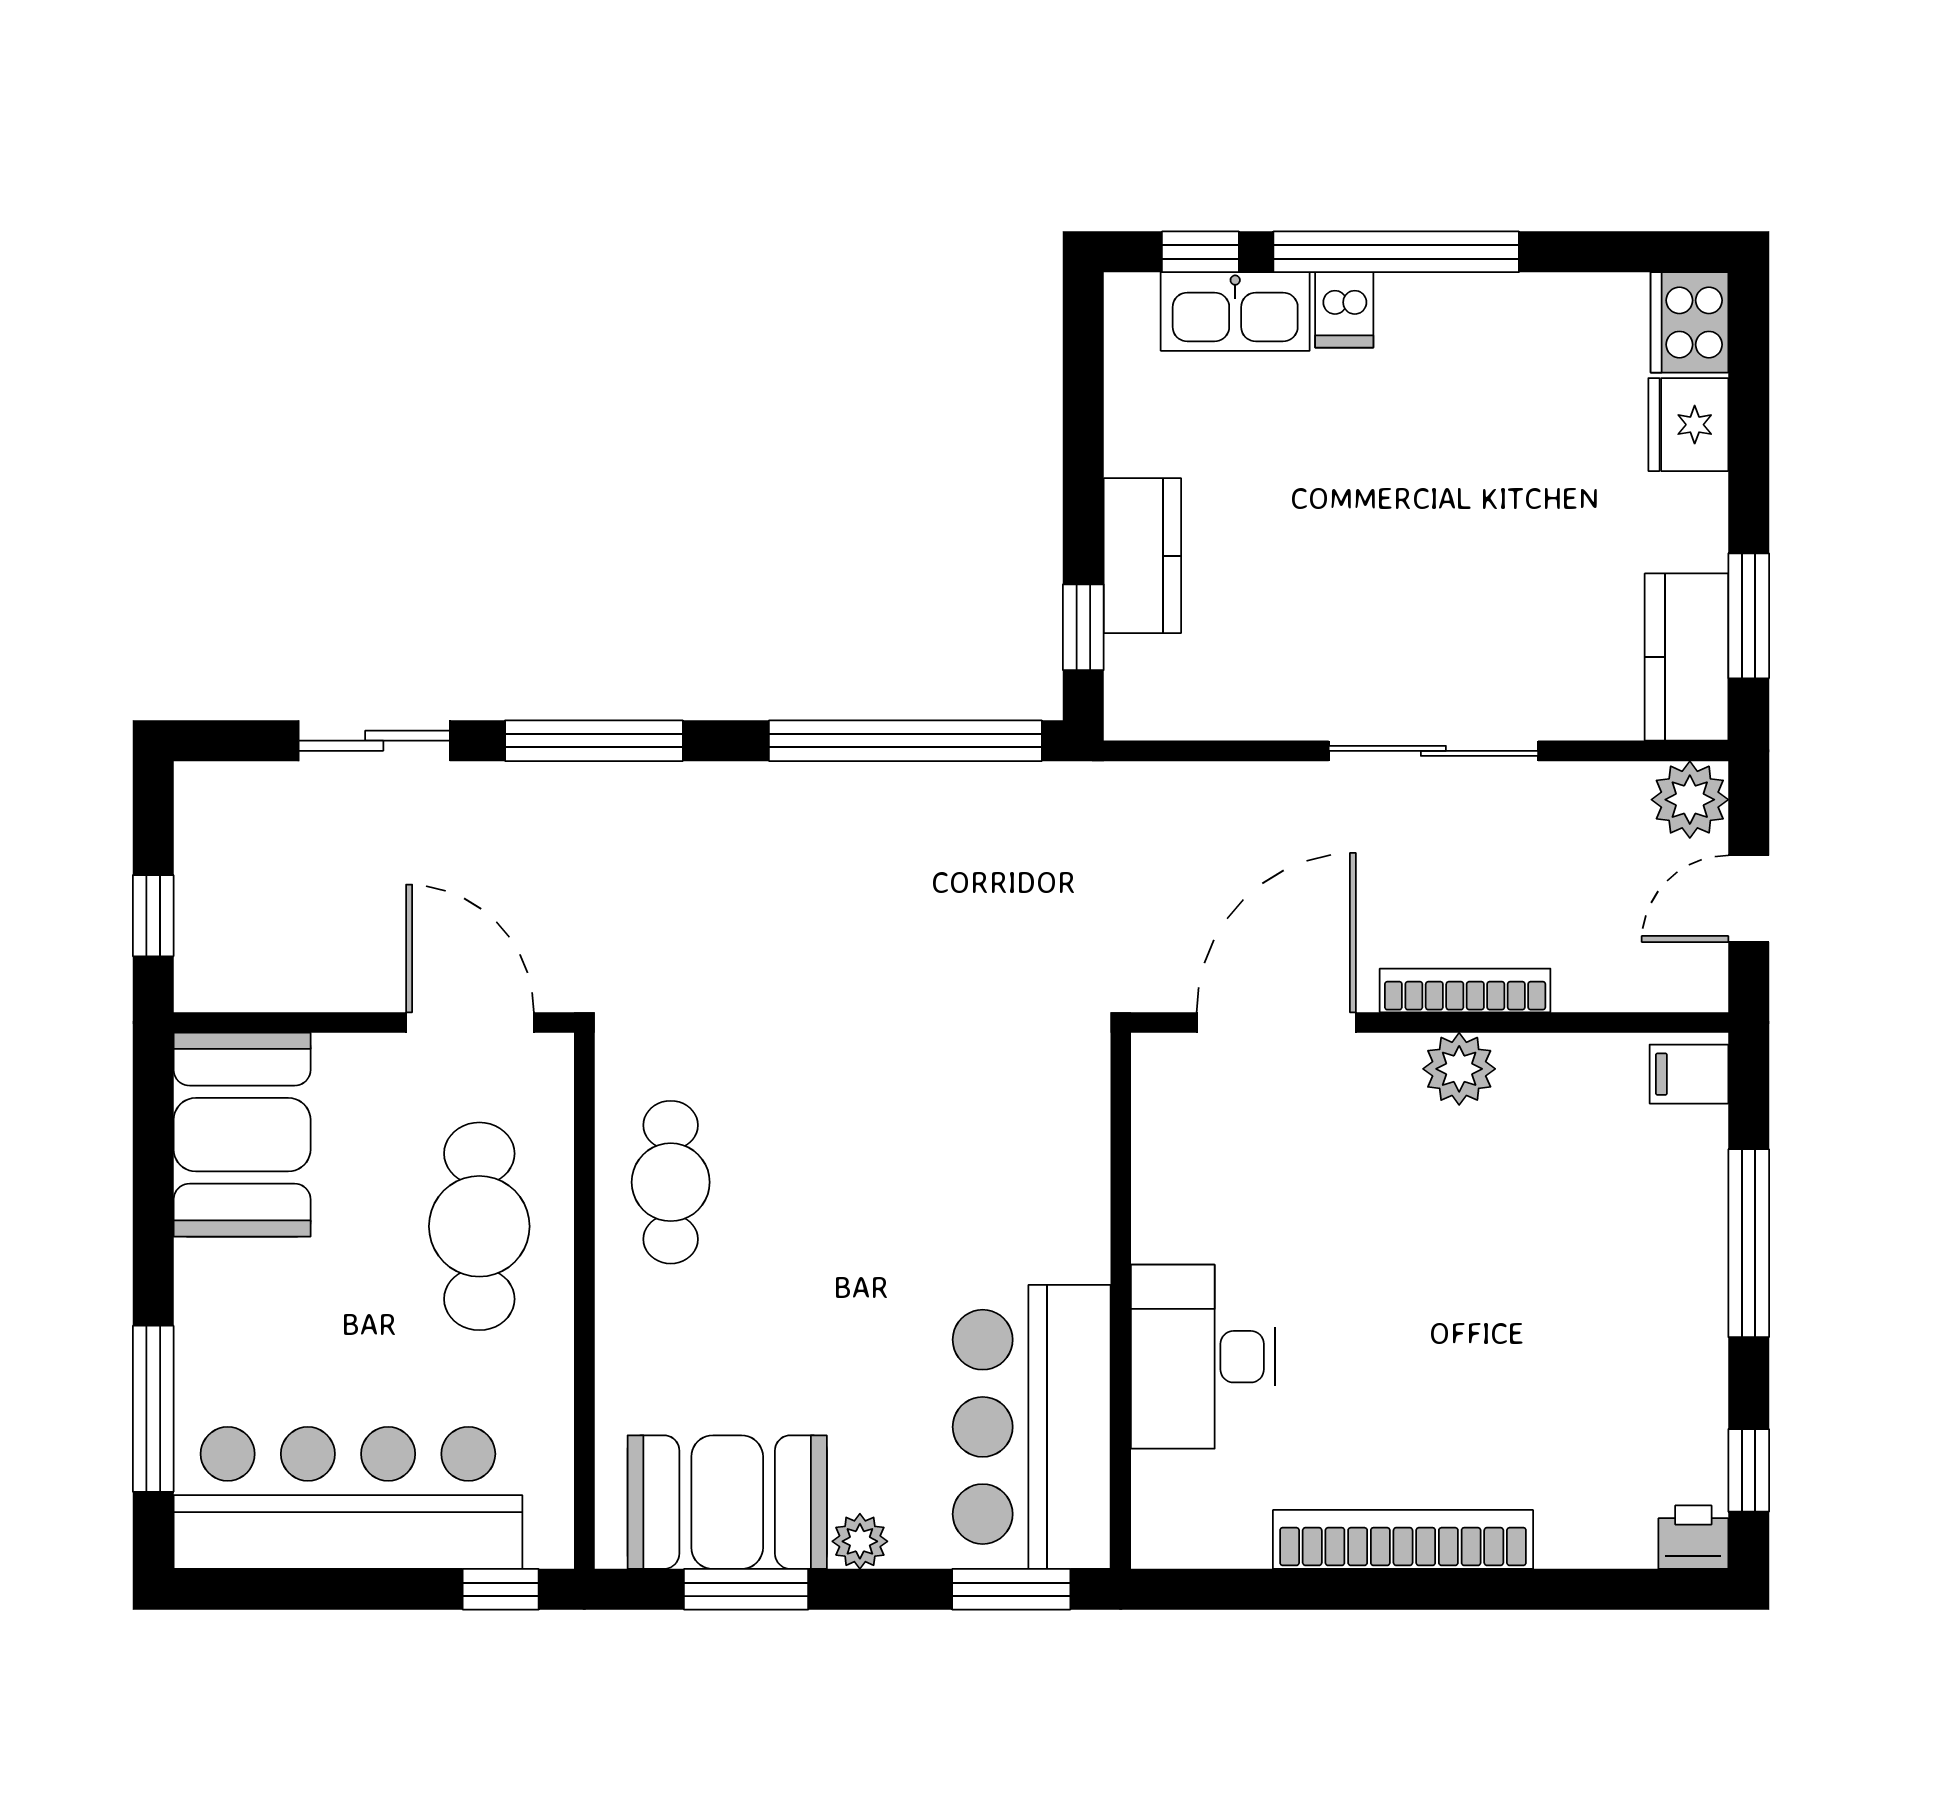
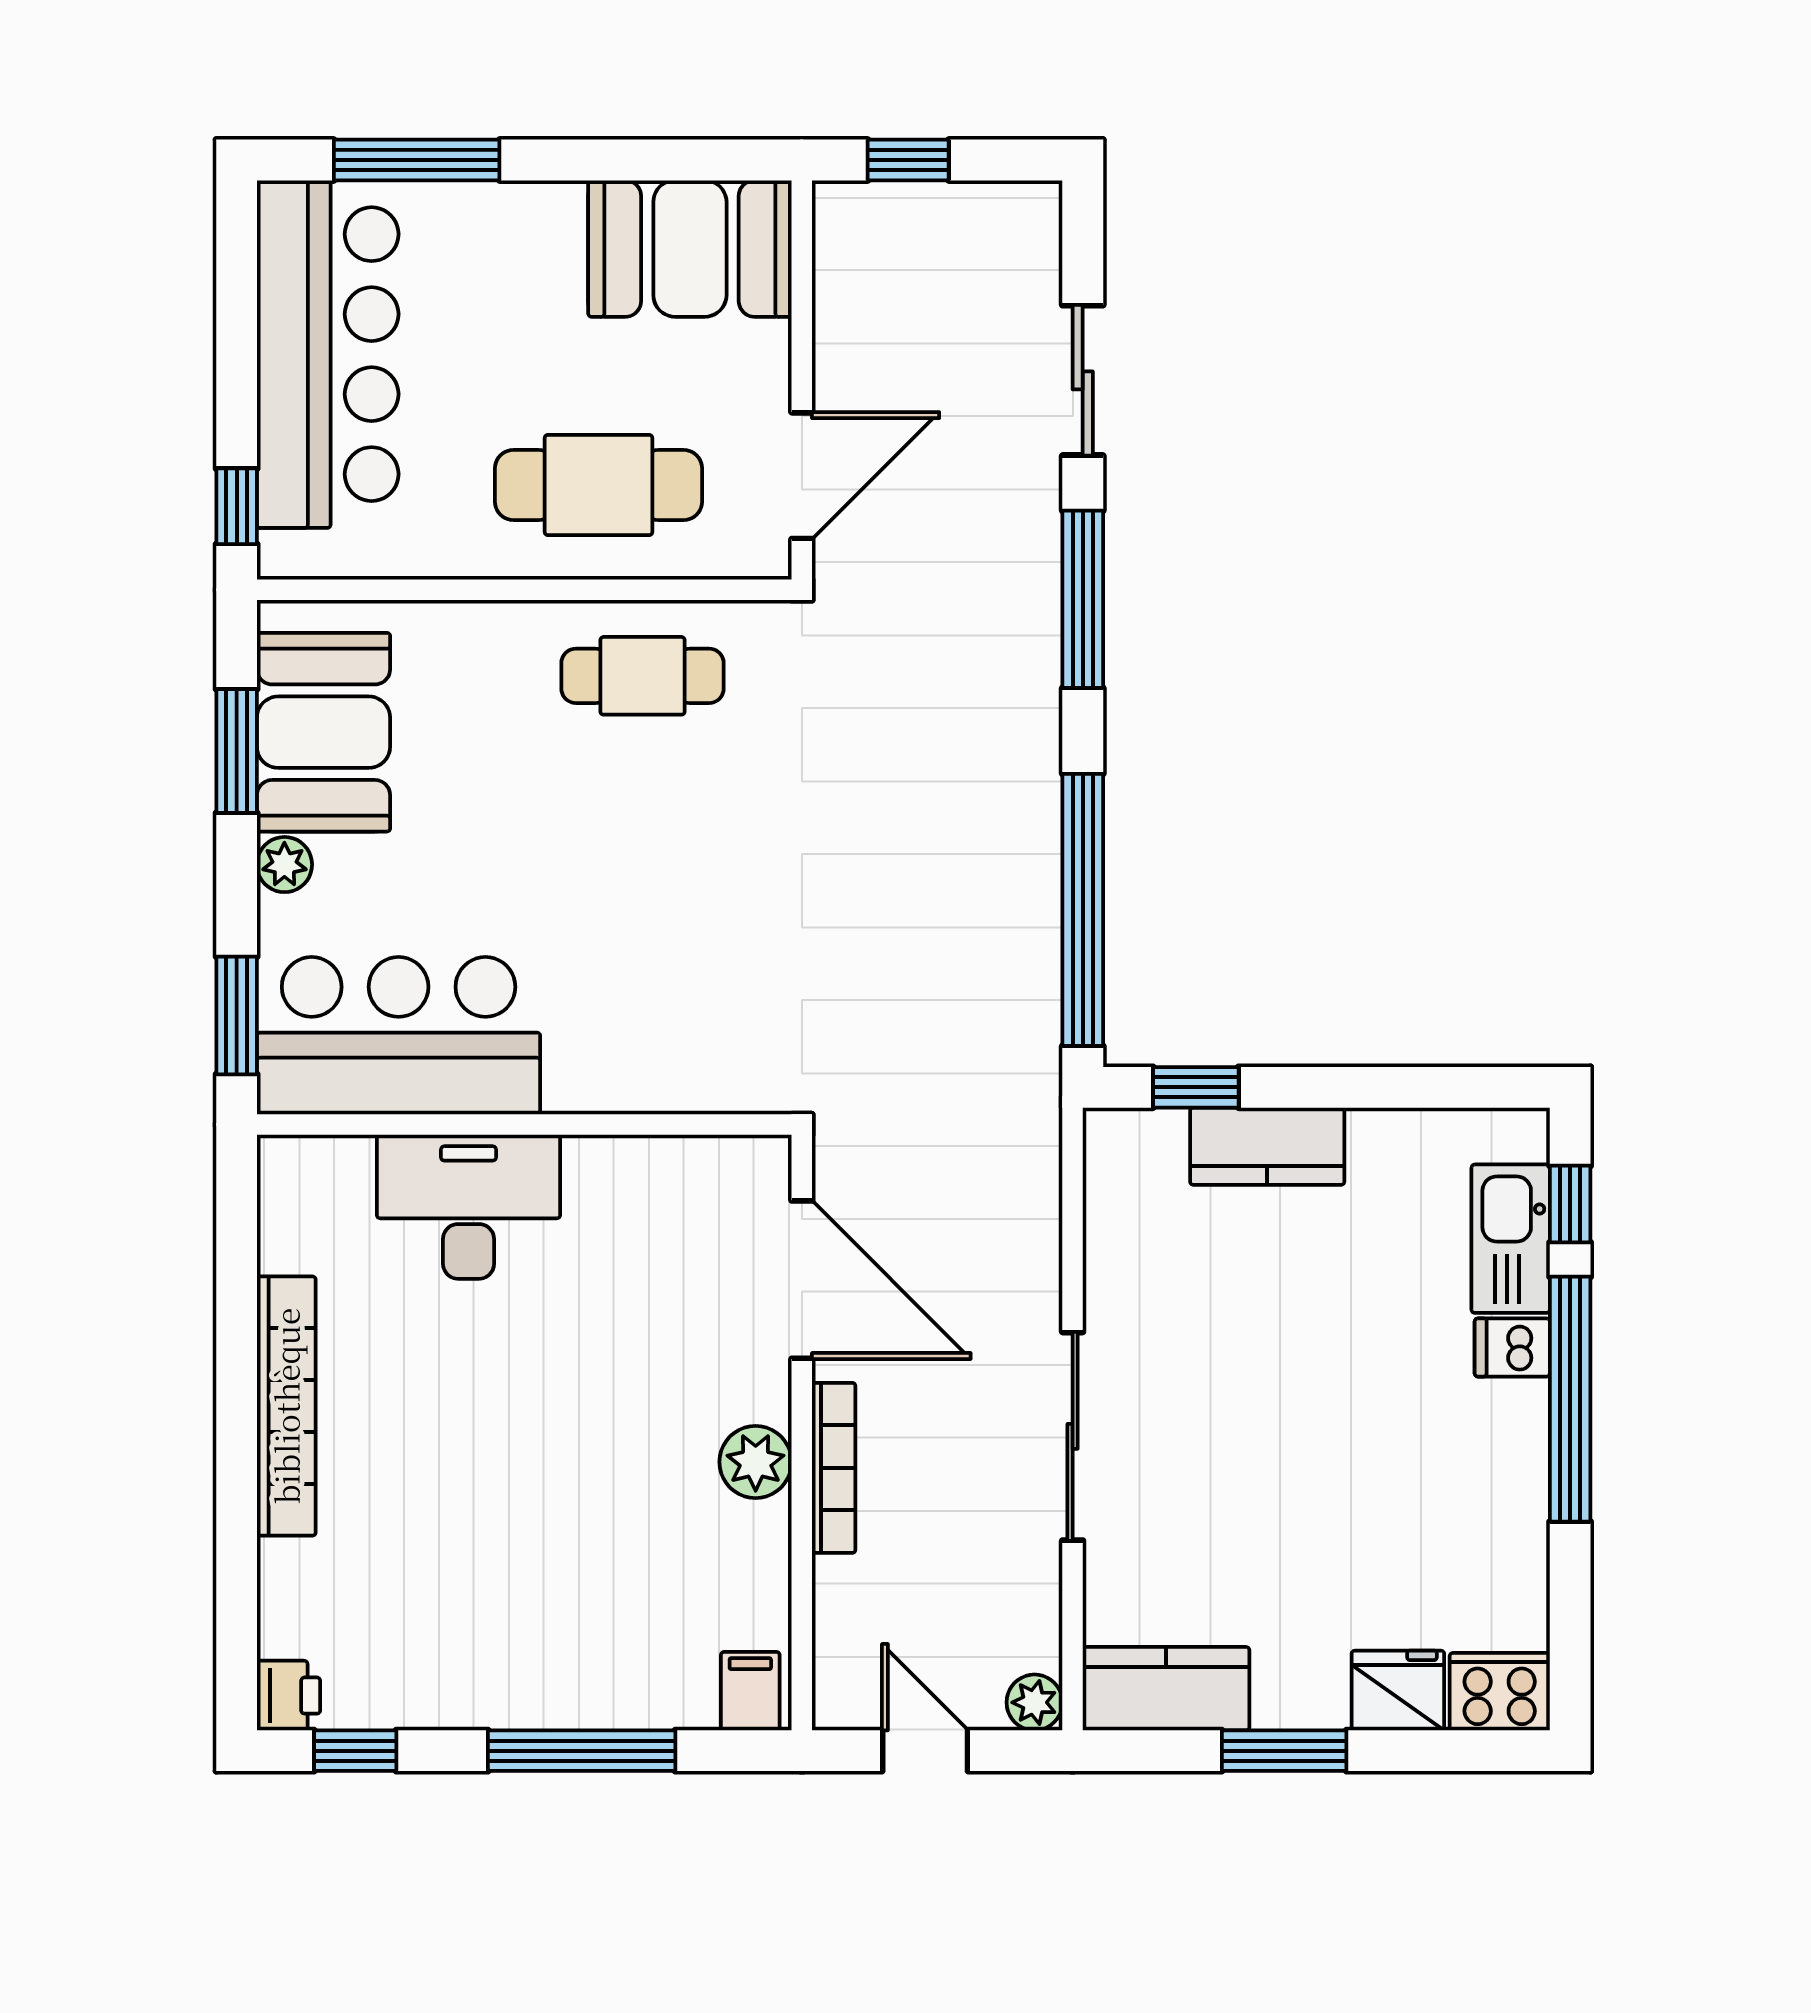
window: (1749, 616) -> (1284, 1751), moved
plant: (1690, 800) -> (1034, 1702), width x0.73, depth x0.73

